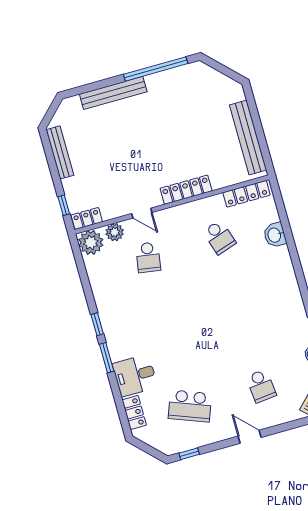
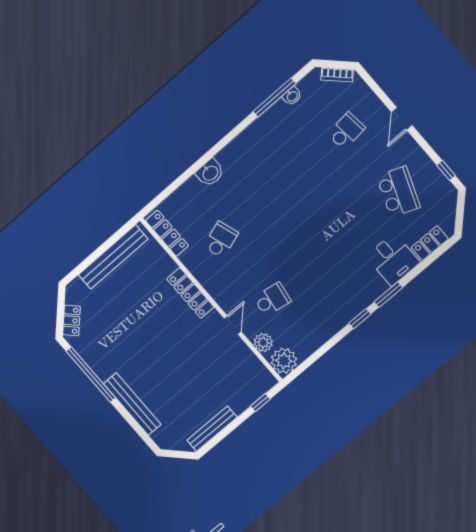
locker: (87, 218) -> (72, 320), moved, turned -135
washbasin: (275, 235) -> (210, 173), moved

